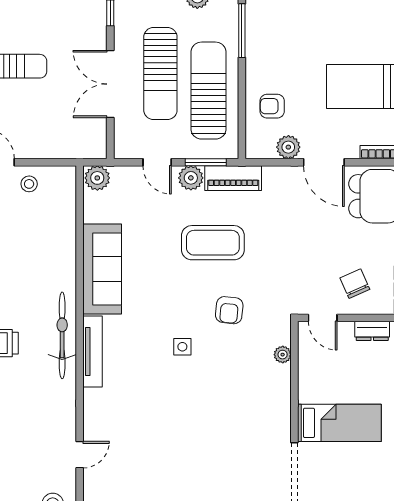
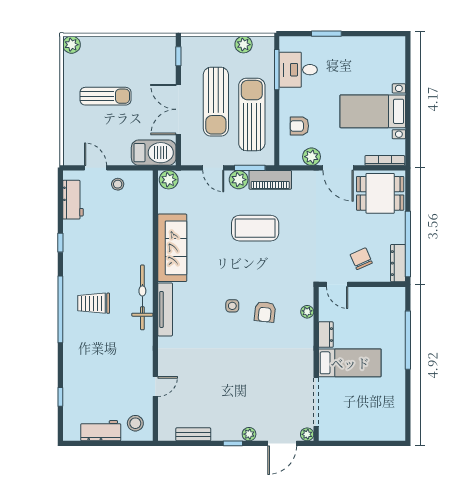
desk: (271, 31) -> (298, 70), added
barbecue: (77, 142) -> (154, 153), added
armchair: (229, 310) -> (265, 312), moved
dresser: (372, 331) -> (326, 335), moved, turned -90

